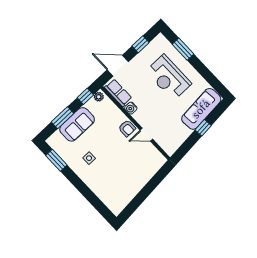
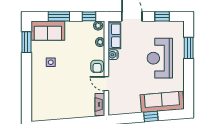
plant: (112, 108) -> (100, 42), added
sofa: (77, 124) -> (48, 31), moved
fireplace: (156, 155) -> (100, 104), added

